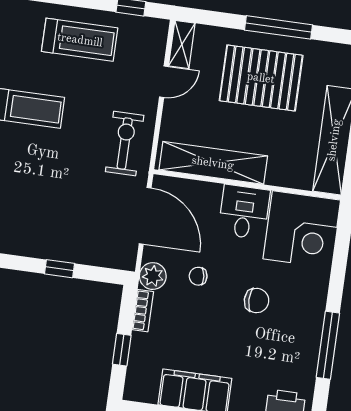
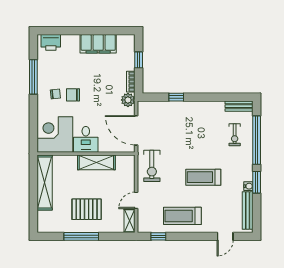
pallet: (261, 78) -> (87, 209), width x0.73, depth x0.71
shelving: (213, 163) -> (96, 162), width x0.68
chair: (198, 276) -> (55, 94), moved

